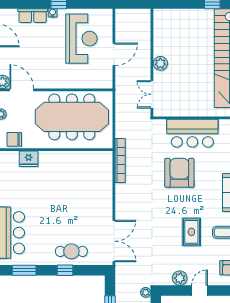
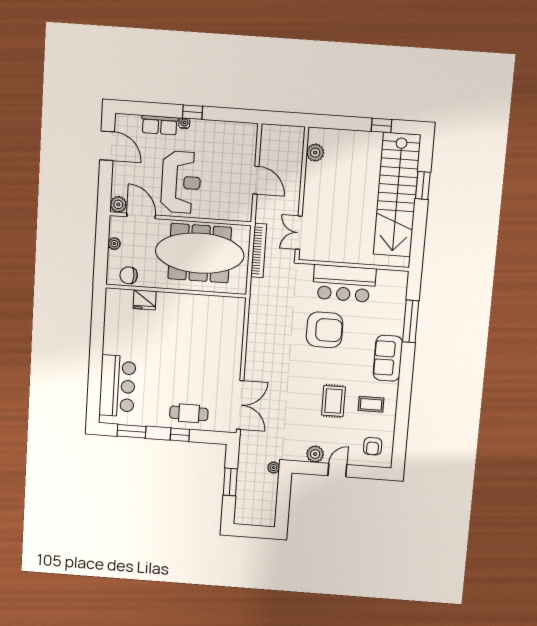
reception desk: (82, 39) -> (181, 182), moved
door: (114, 54) -> (256, 180), hinge flipped
plant: (160, 63) -> (315, 153), moved
bookcase: (120, 160) -> (259, 251), moved
armchair: (179, 173) -> (325, 330), turned 90

